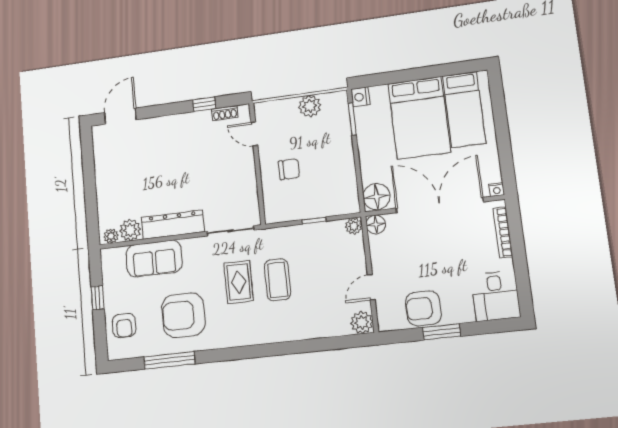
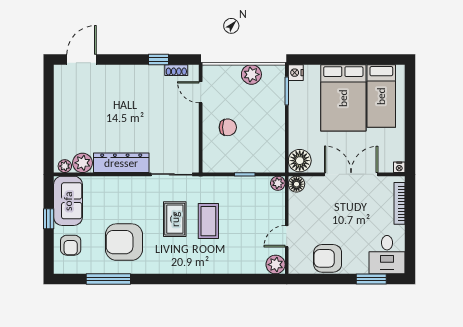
double door: (440, 205) -> (351, 174), width x0.73
sofa: (154, 258) -> (68, 201), moved, turned -90
window: (442, 332) -> (371, 279), moved

